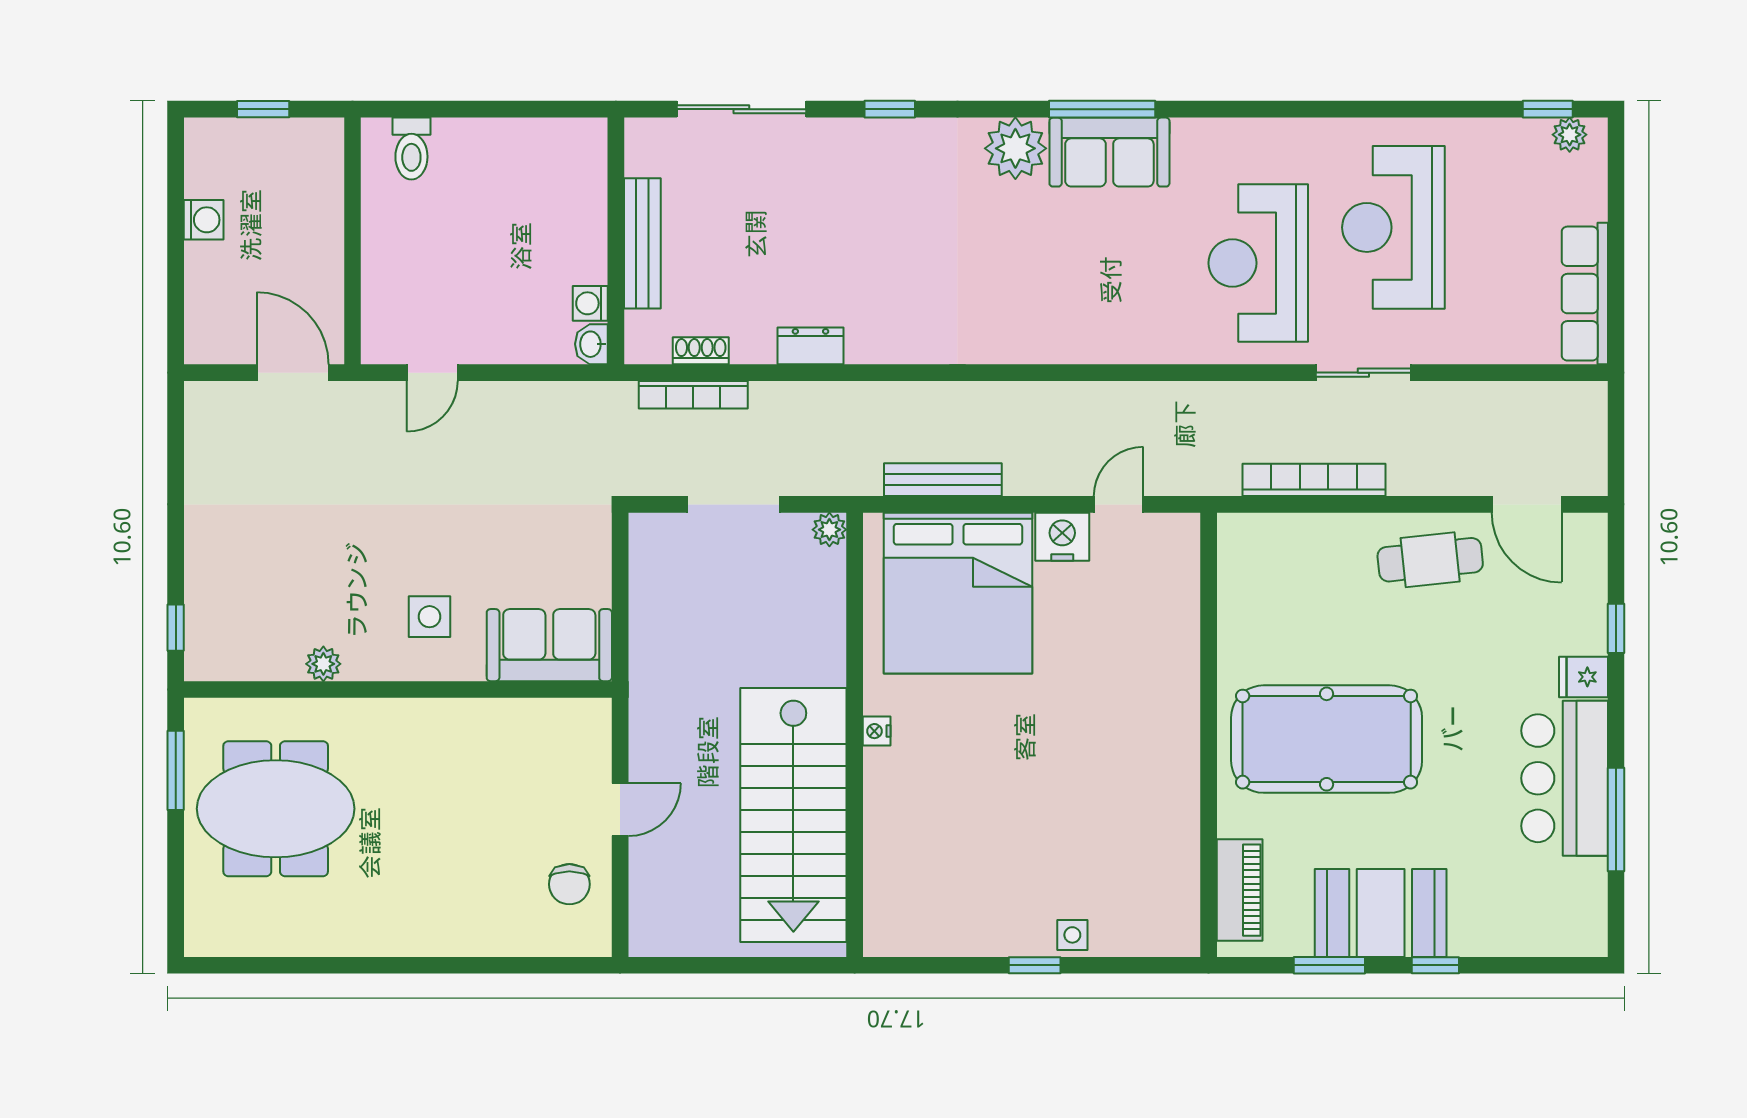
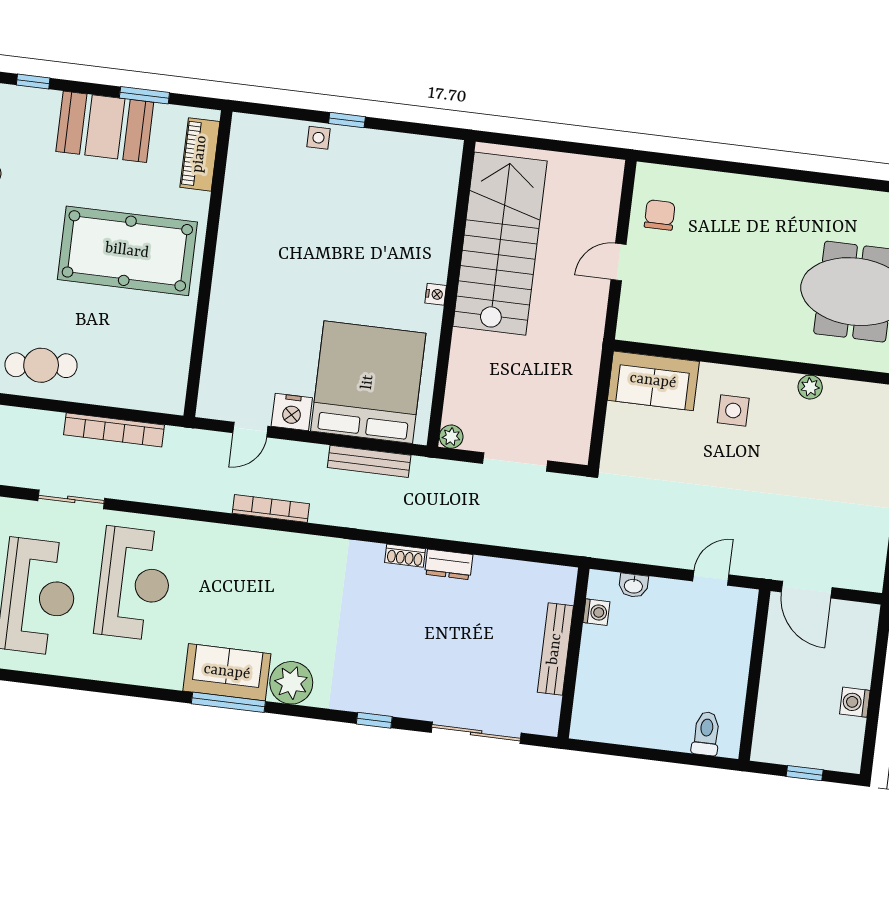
washbasin: (591, 344) -> (633, 586), moved, turned 90
shoe rack: (701, 351) -> (405, 556), moved
bookcase: (693, 395) -> (271, 508), moved
window: (1435, 965) -> (33, 82), moved

